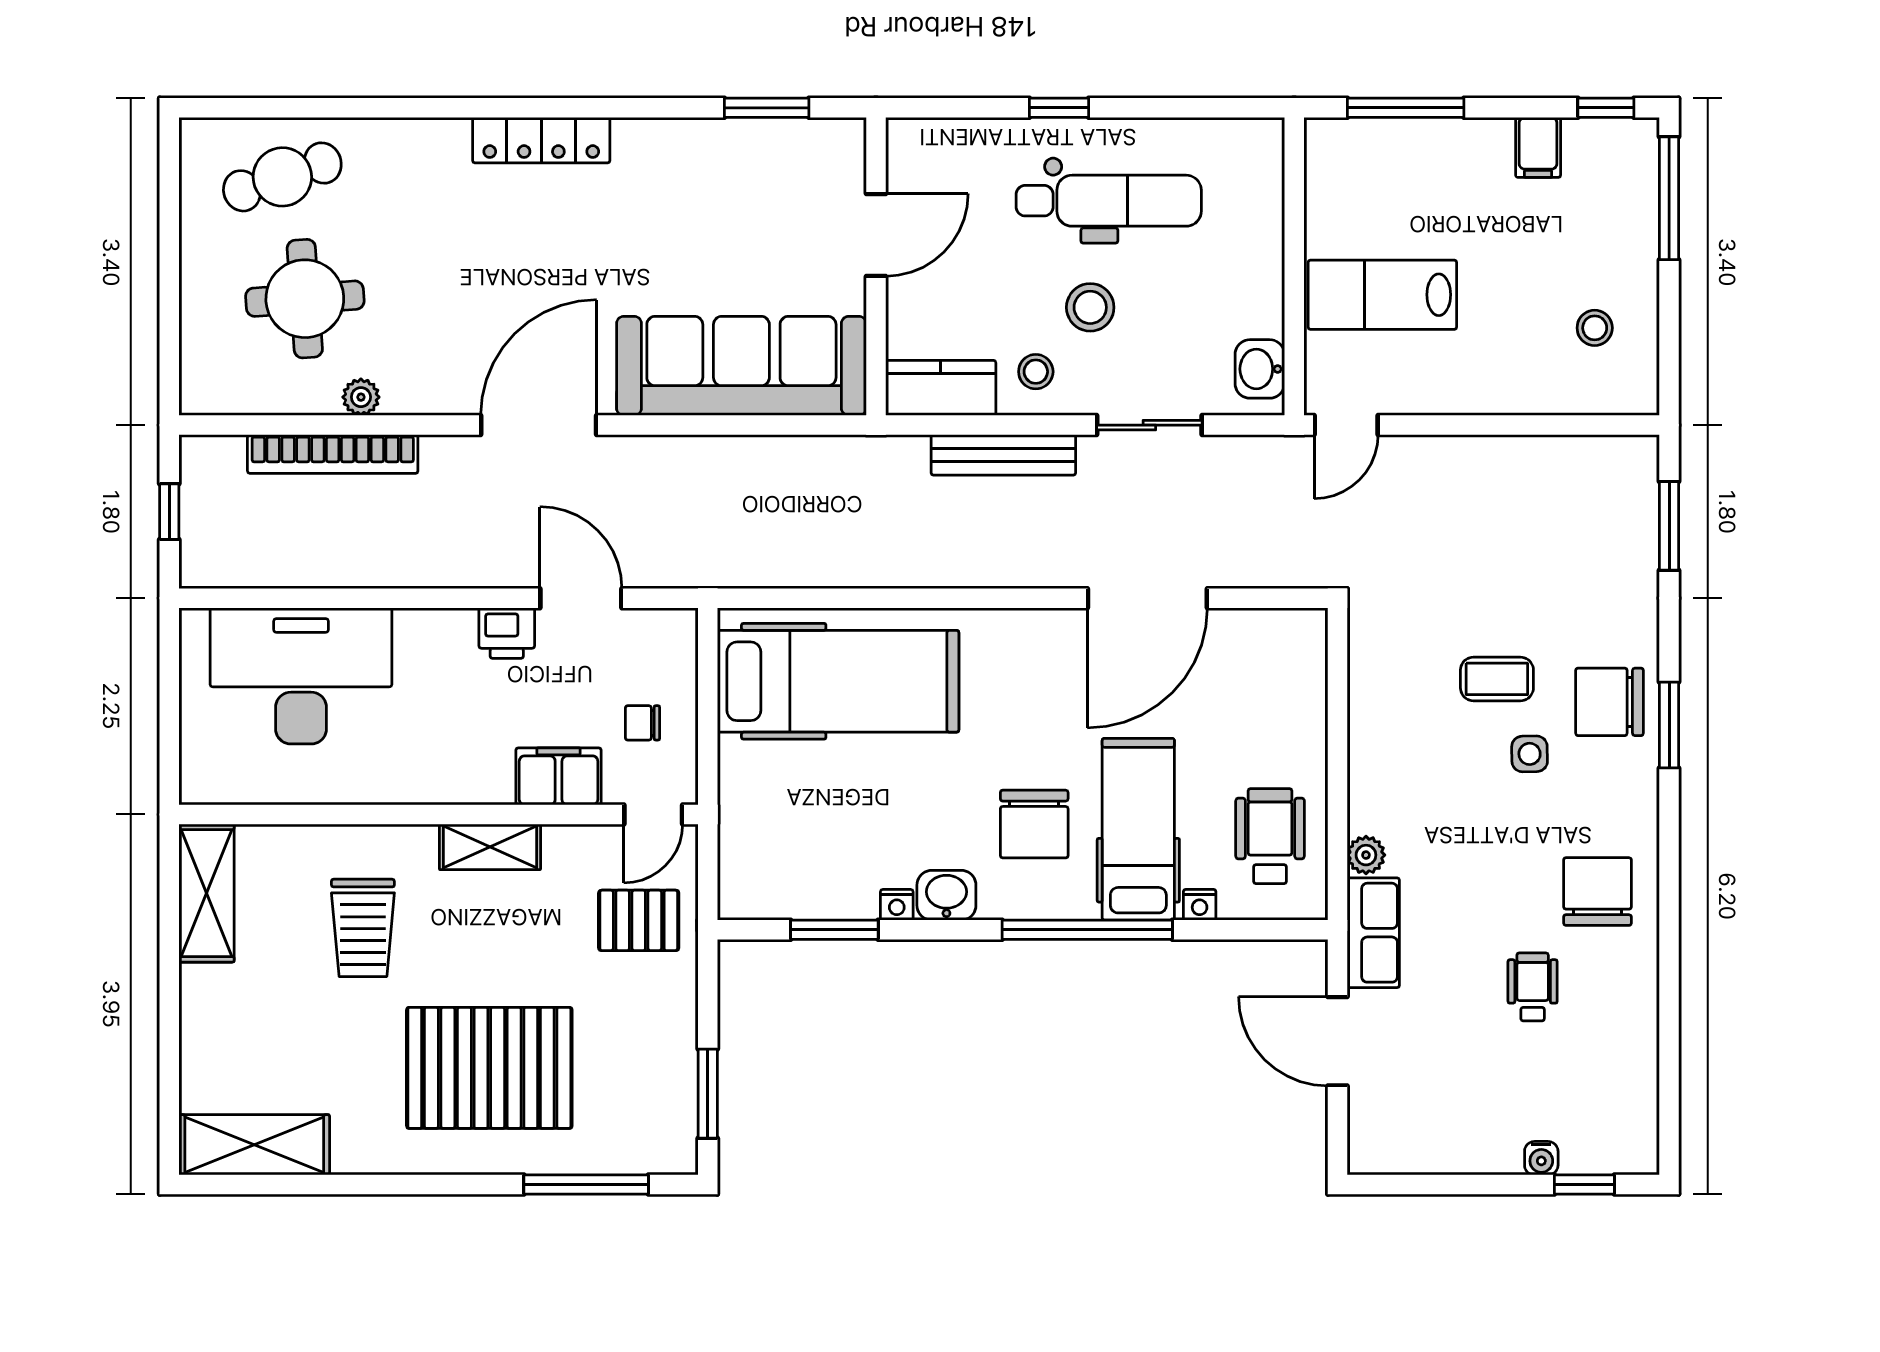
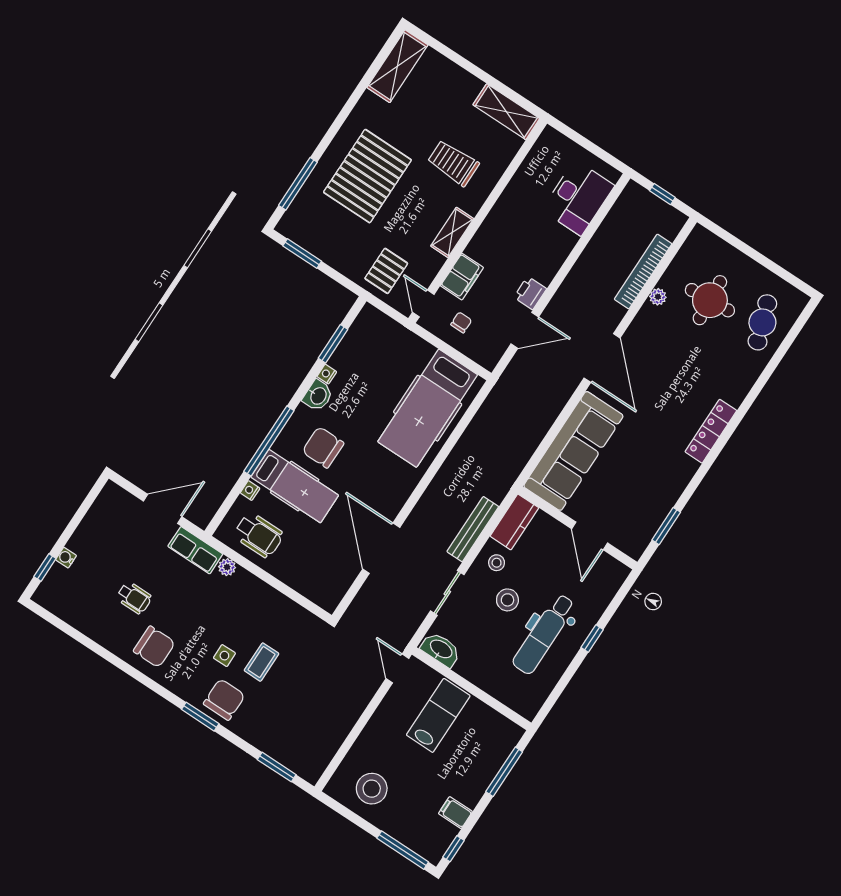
stool: (1595, 328) -> (372, 789), width x1.89, depth x1.89
washbasin: (1260, 369) -> (441, 649), width x1.38
desk: (301, 676) -> (578, 198), width x0.73, depth x0.77

